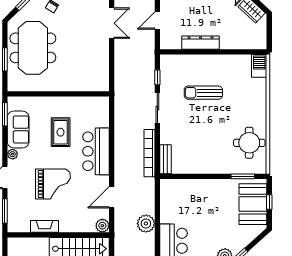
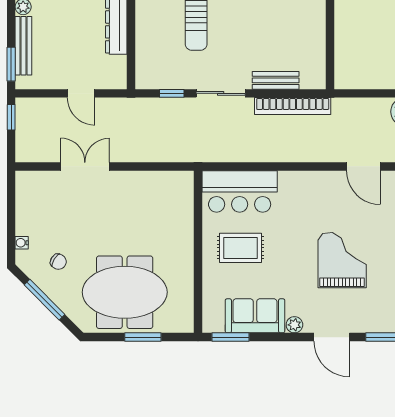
rug: (61, 132) -> (241, 248), moved
bar counter: (96, 151) -> (240, 191), moved
bench: (165, 159) -> (276, 80), moved

